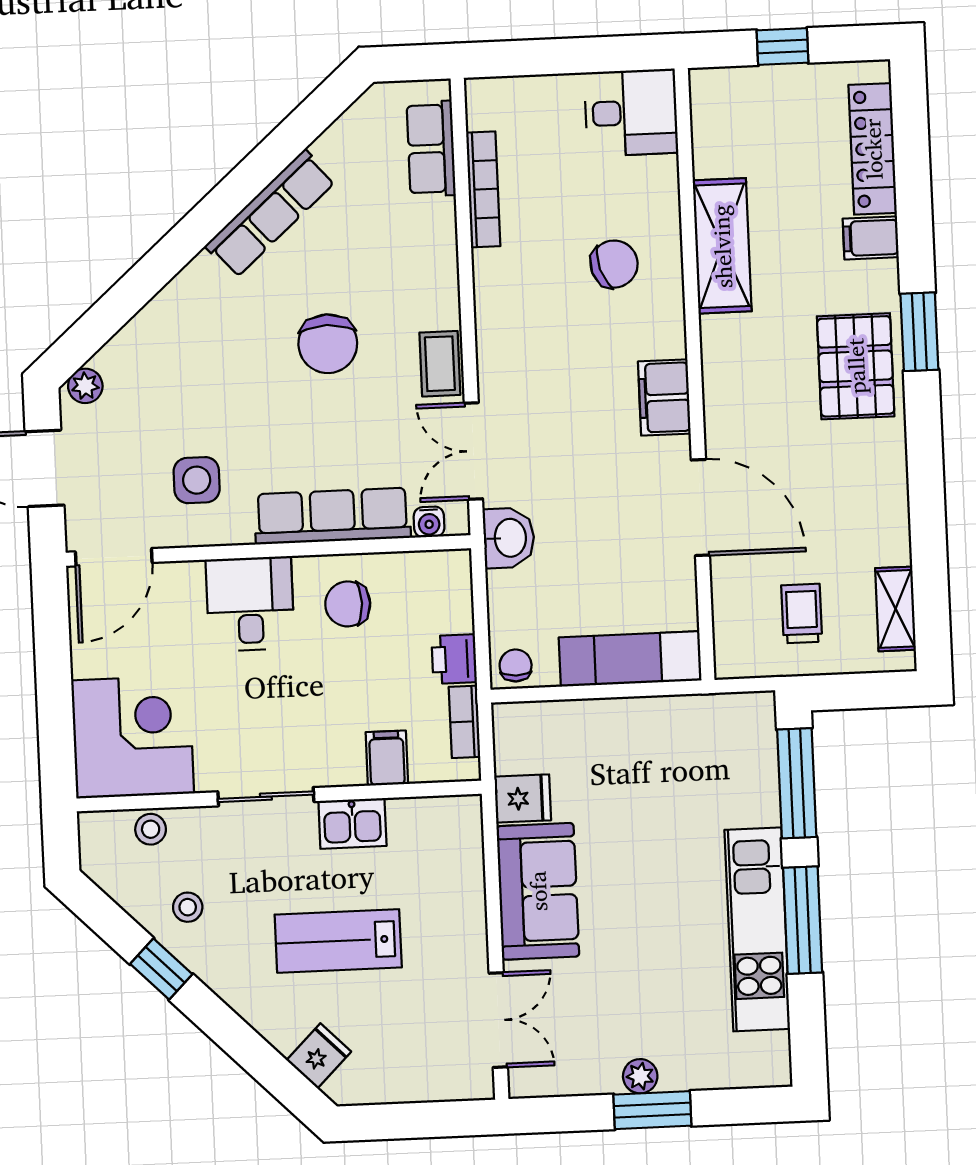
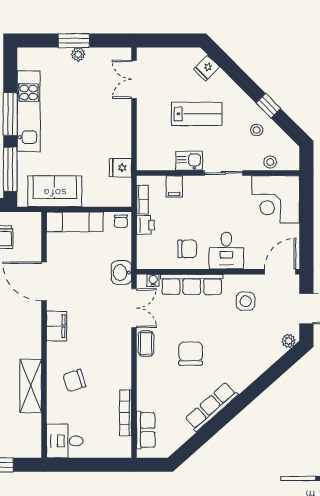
sofa: (538, 891) -> (55, 191), moved, turned 90

